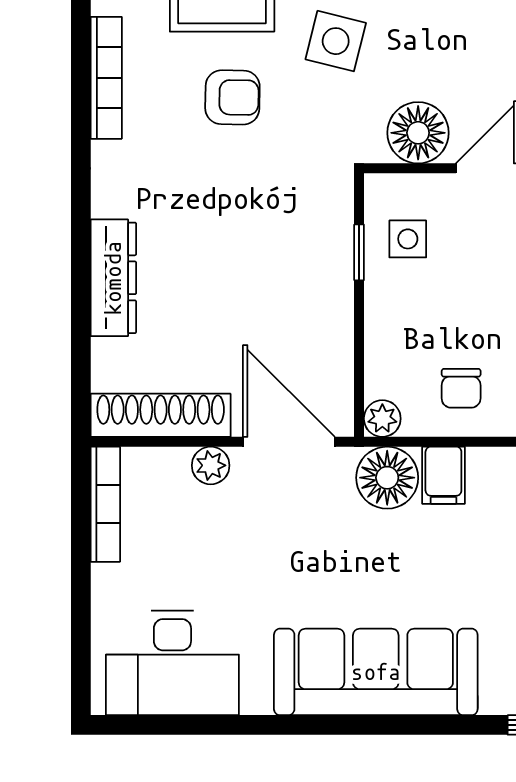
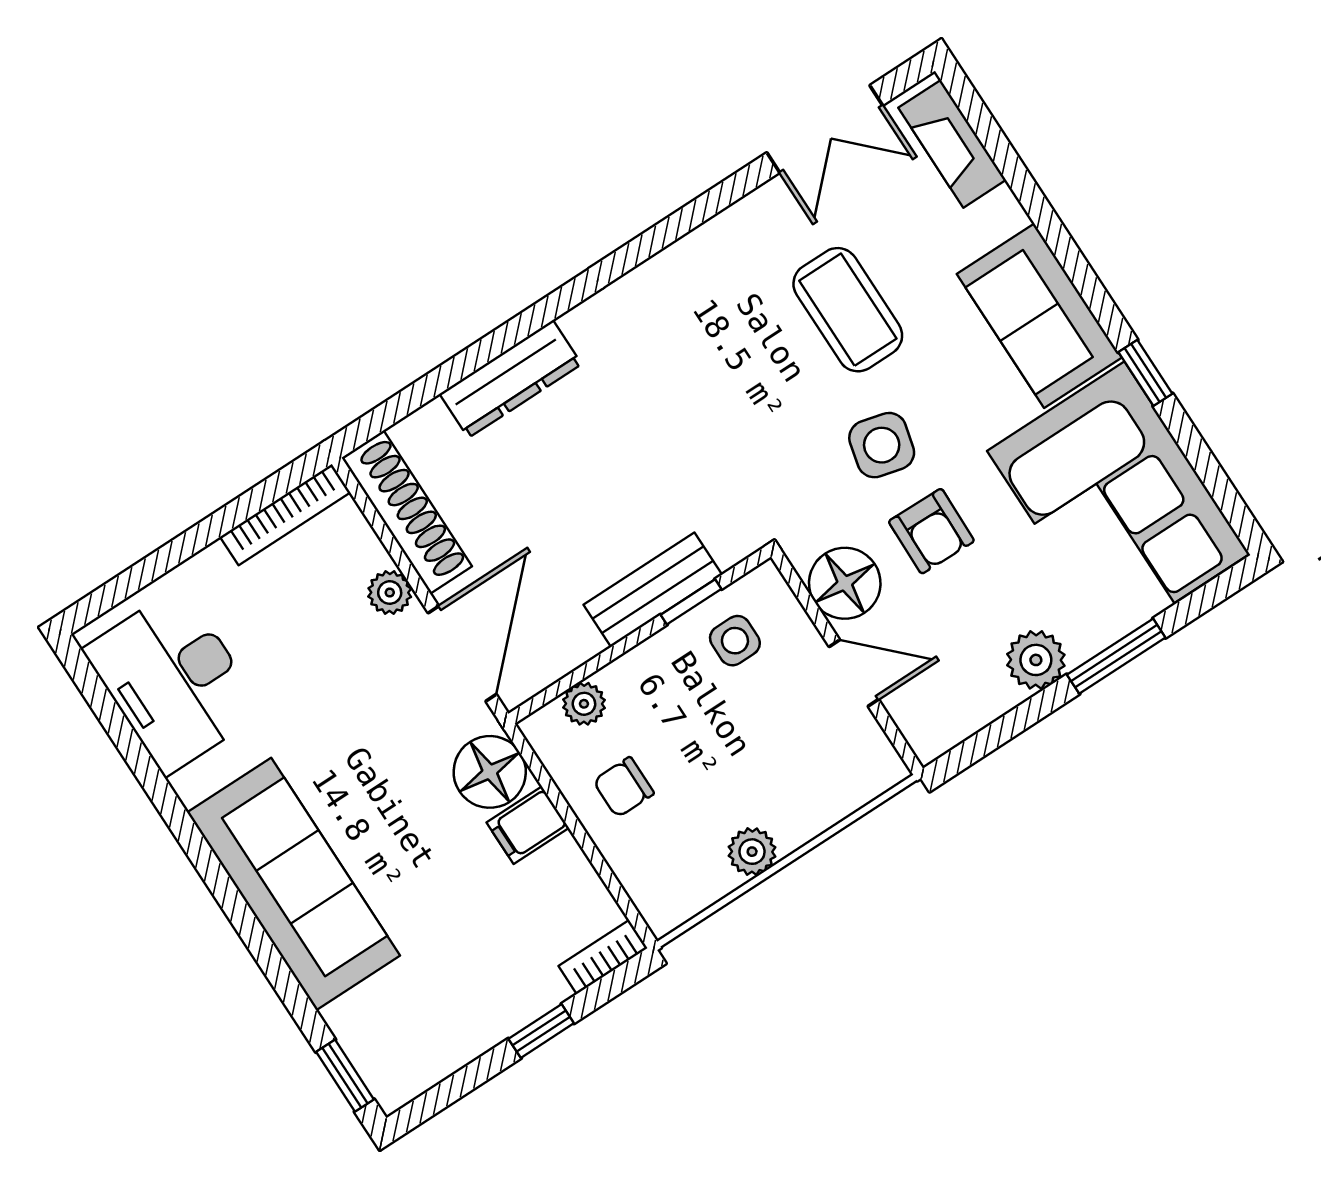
bookcase: (106, 78) -> (700, 245), removed
armchair: (232, 97) -> (931, 531), moved
bench: (332, 274) -> (653, 590), added
plant: (382, 419) -> (584, 704), moved

